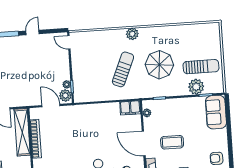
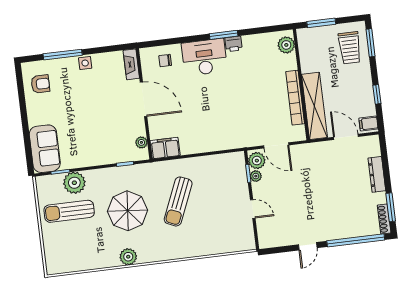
plant: (132, 34) -> (128, 257), moved
door: (69, 42) -> (253, 209), moved
coffee table: (172, 142) -> (104, 103), removed

